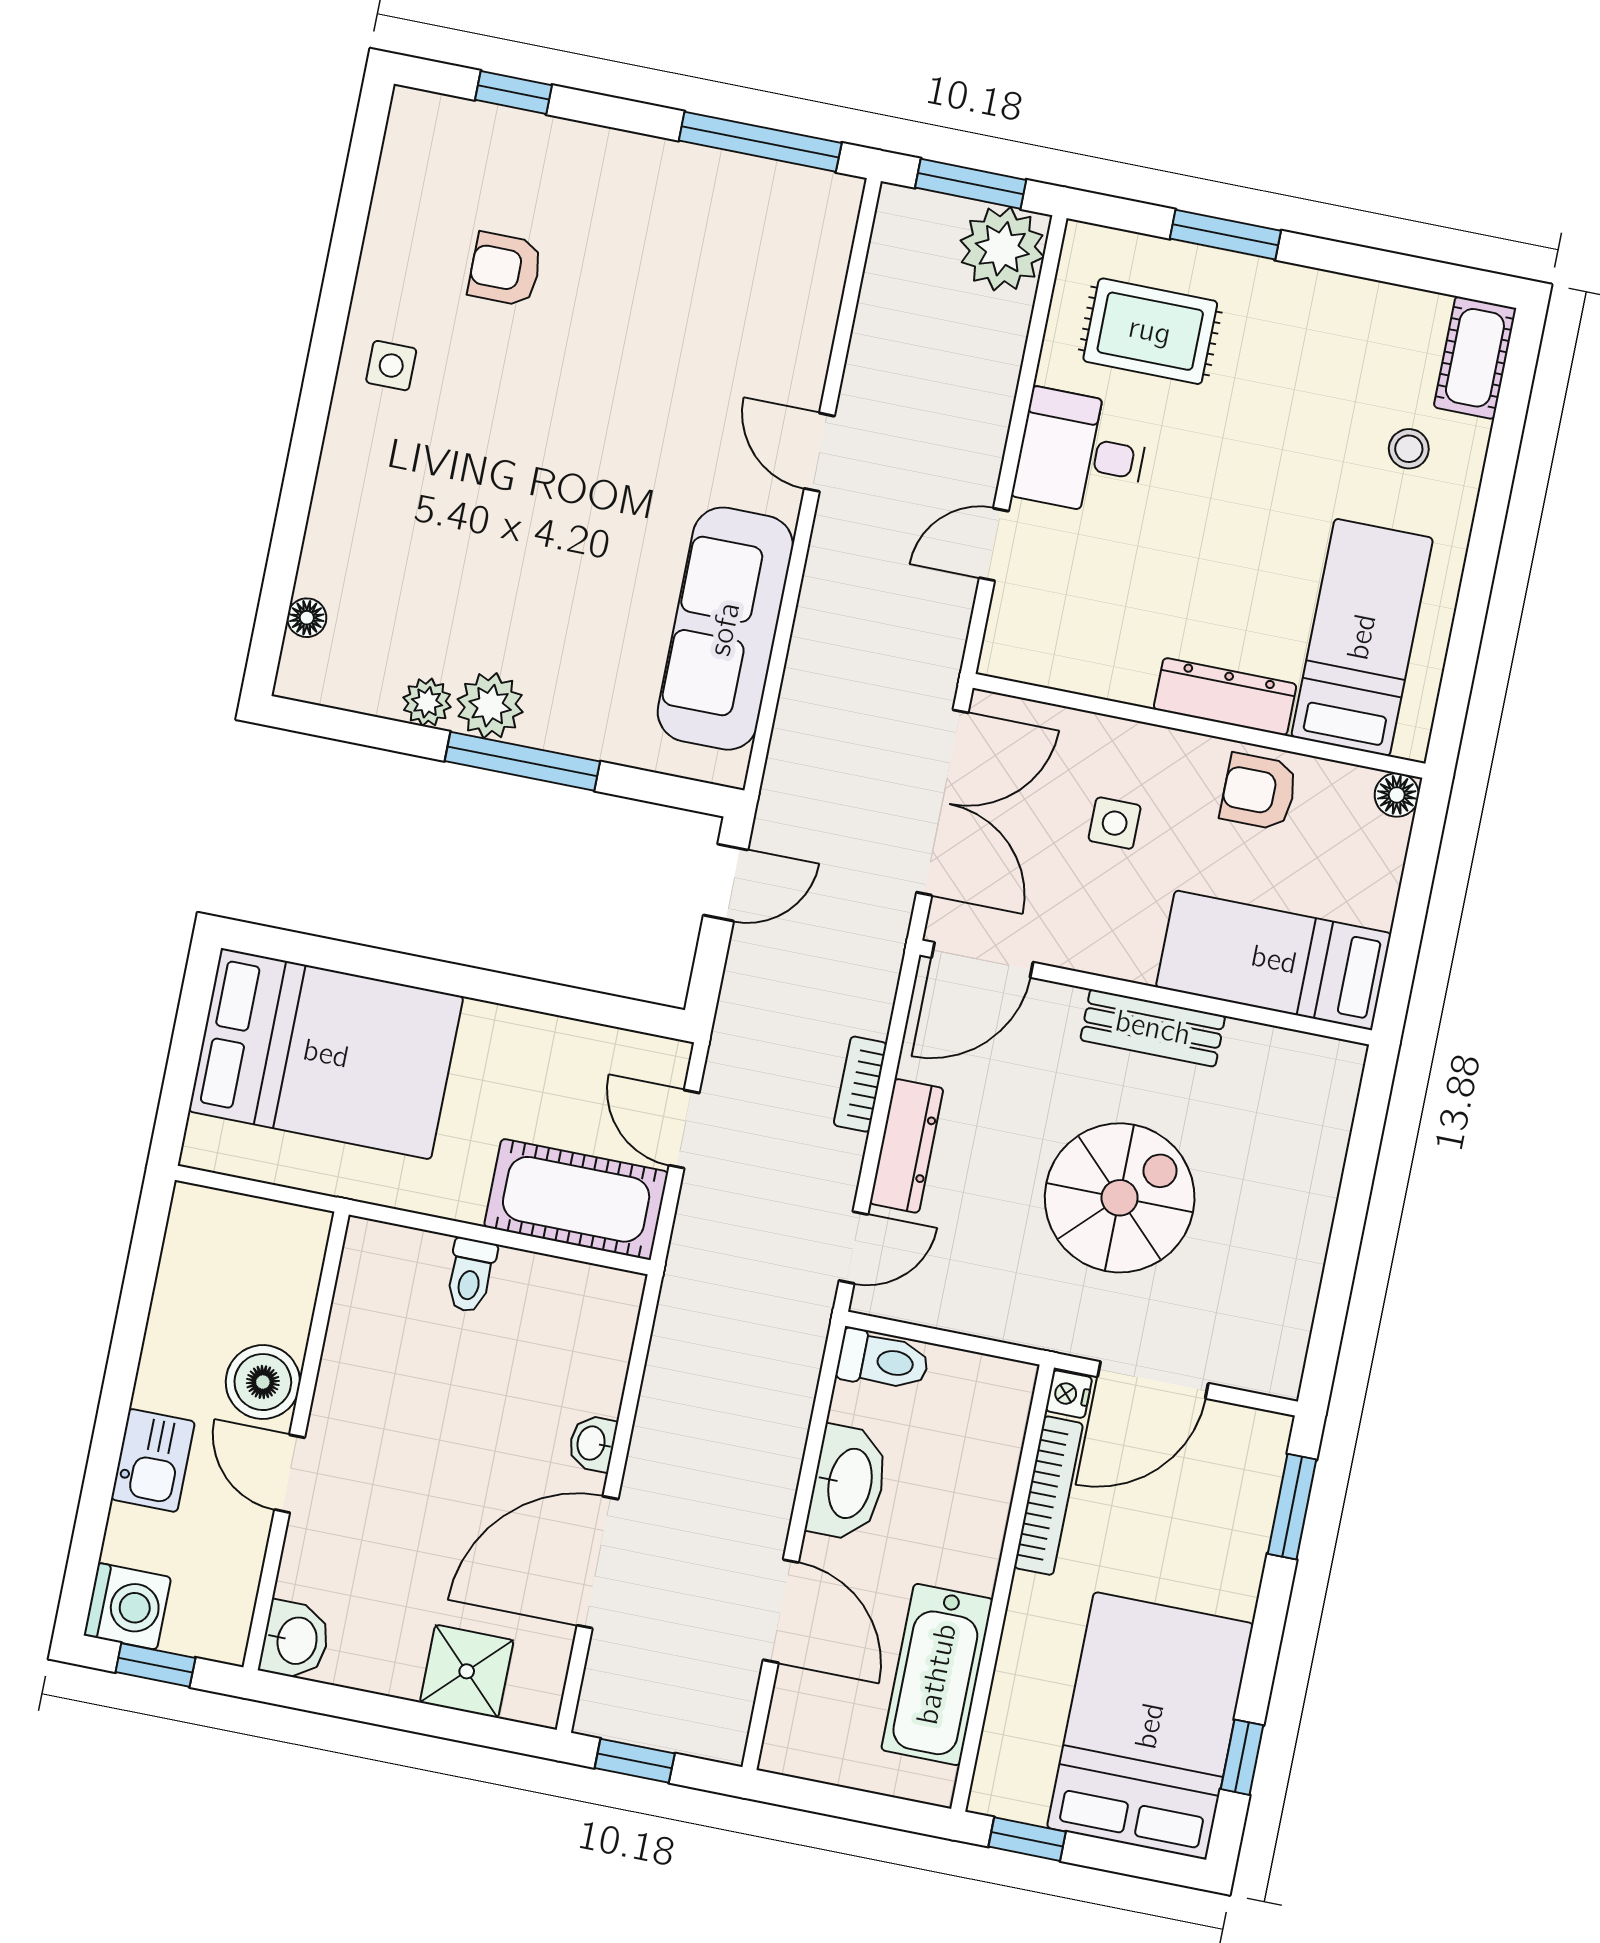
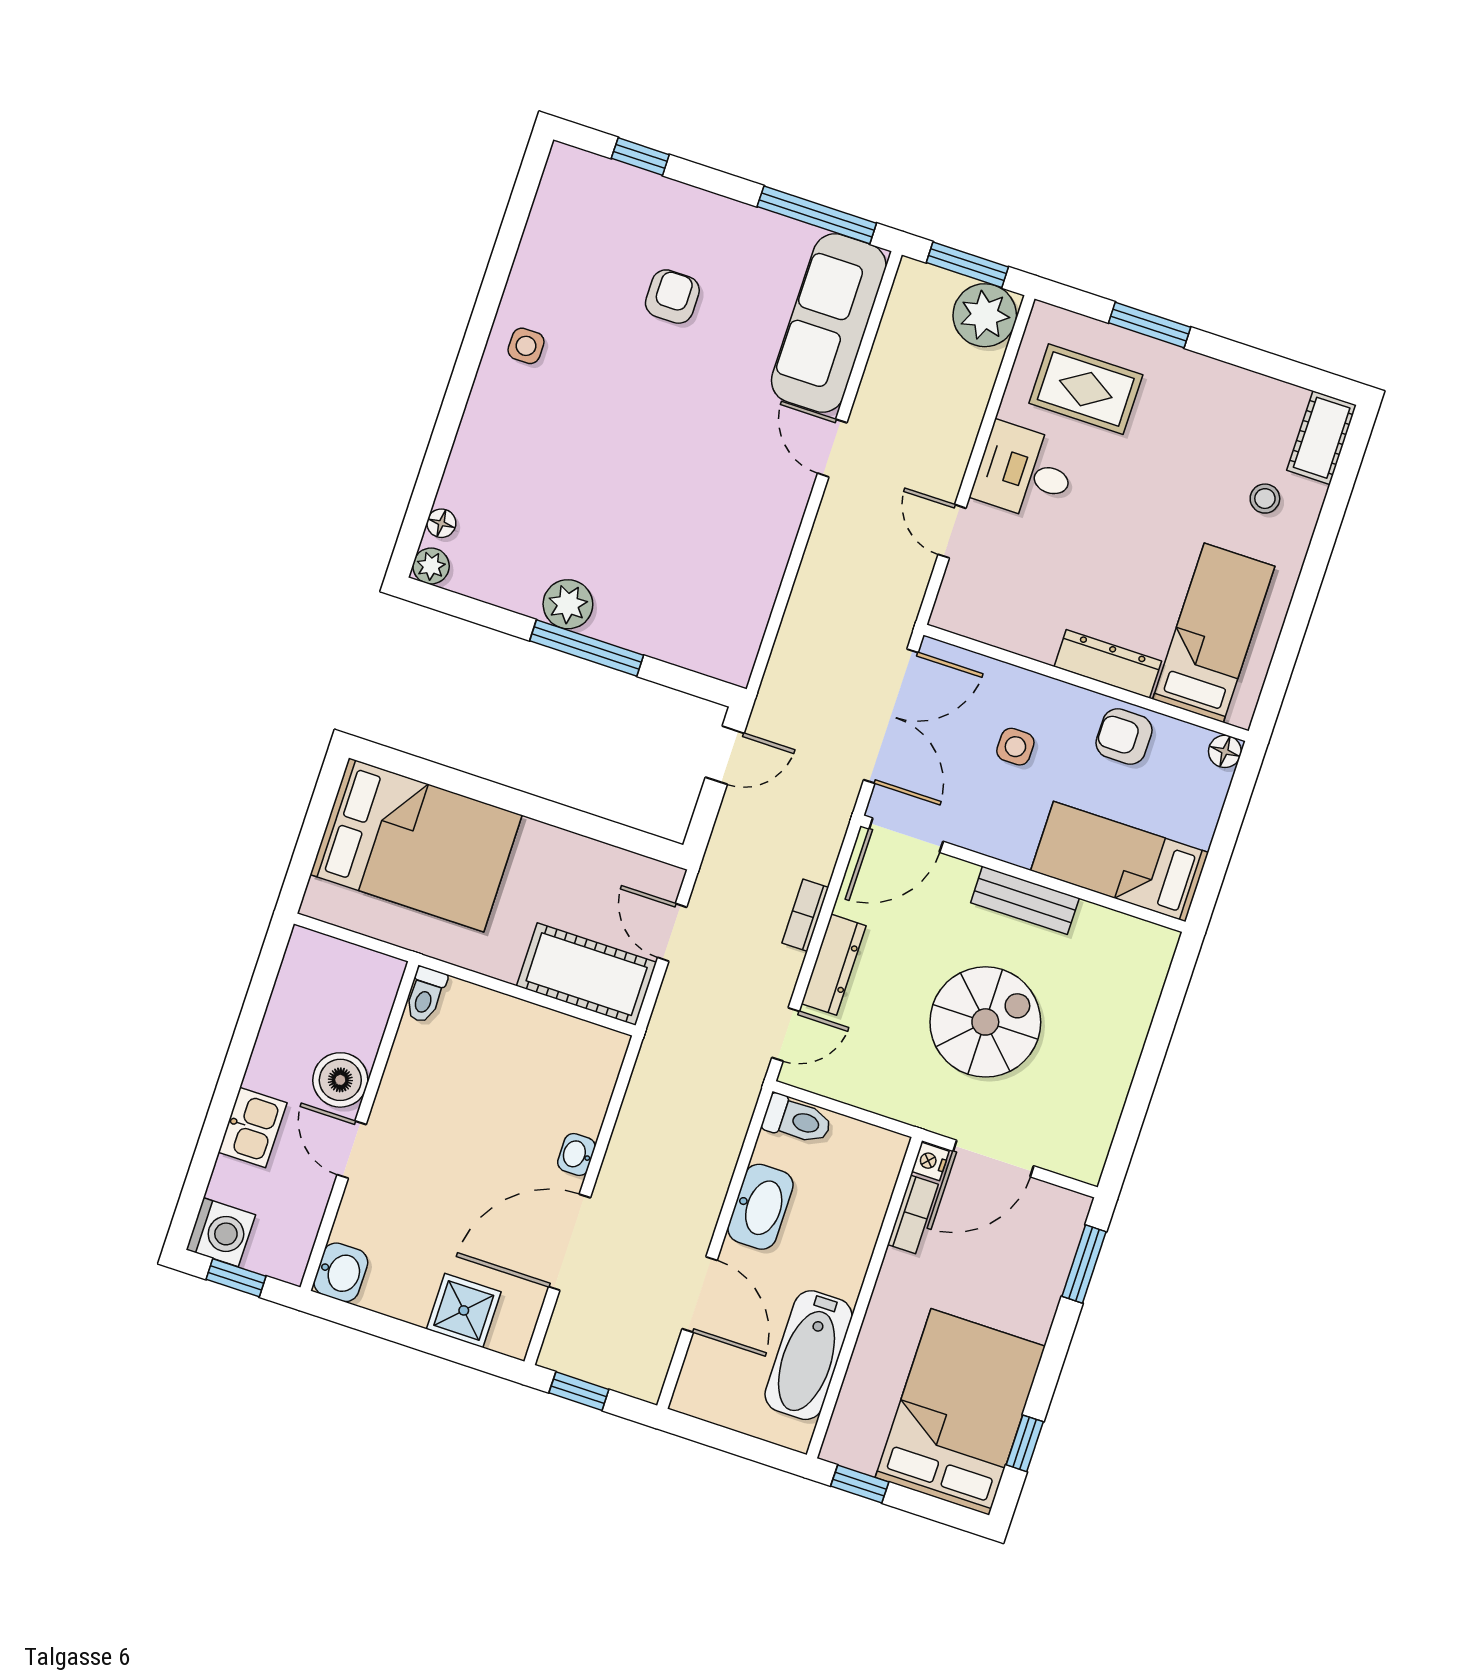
armchair: (505, 269) -> (672, 297), moved, turned 90
door: (994, 544) -> (952, 531), hinge flipped
sofa: (725, 629) -> (829, 323), moved
plant: (427, 702) -> (431, 566), moved
toilet: (471, 1275) -> (425, 995), moved
bookcase: (1049, 1496) -> (913, 1214), width x0.64

